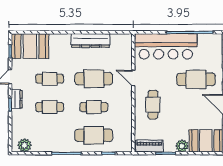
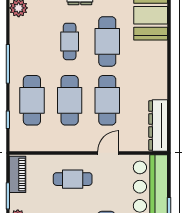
dresser: (90, 41) -> (158, 125), moved
cafe table: (50, 79) -> (107, 41), width x1.37, depth x1.35
cafe table: (94, 107) -> (70, 100), width x1.37, depth x1.35

